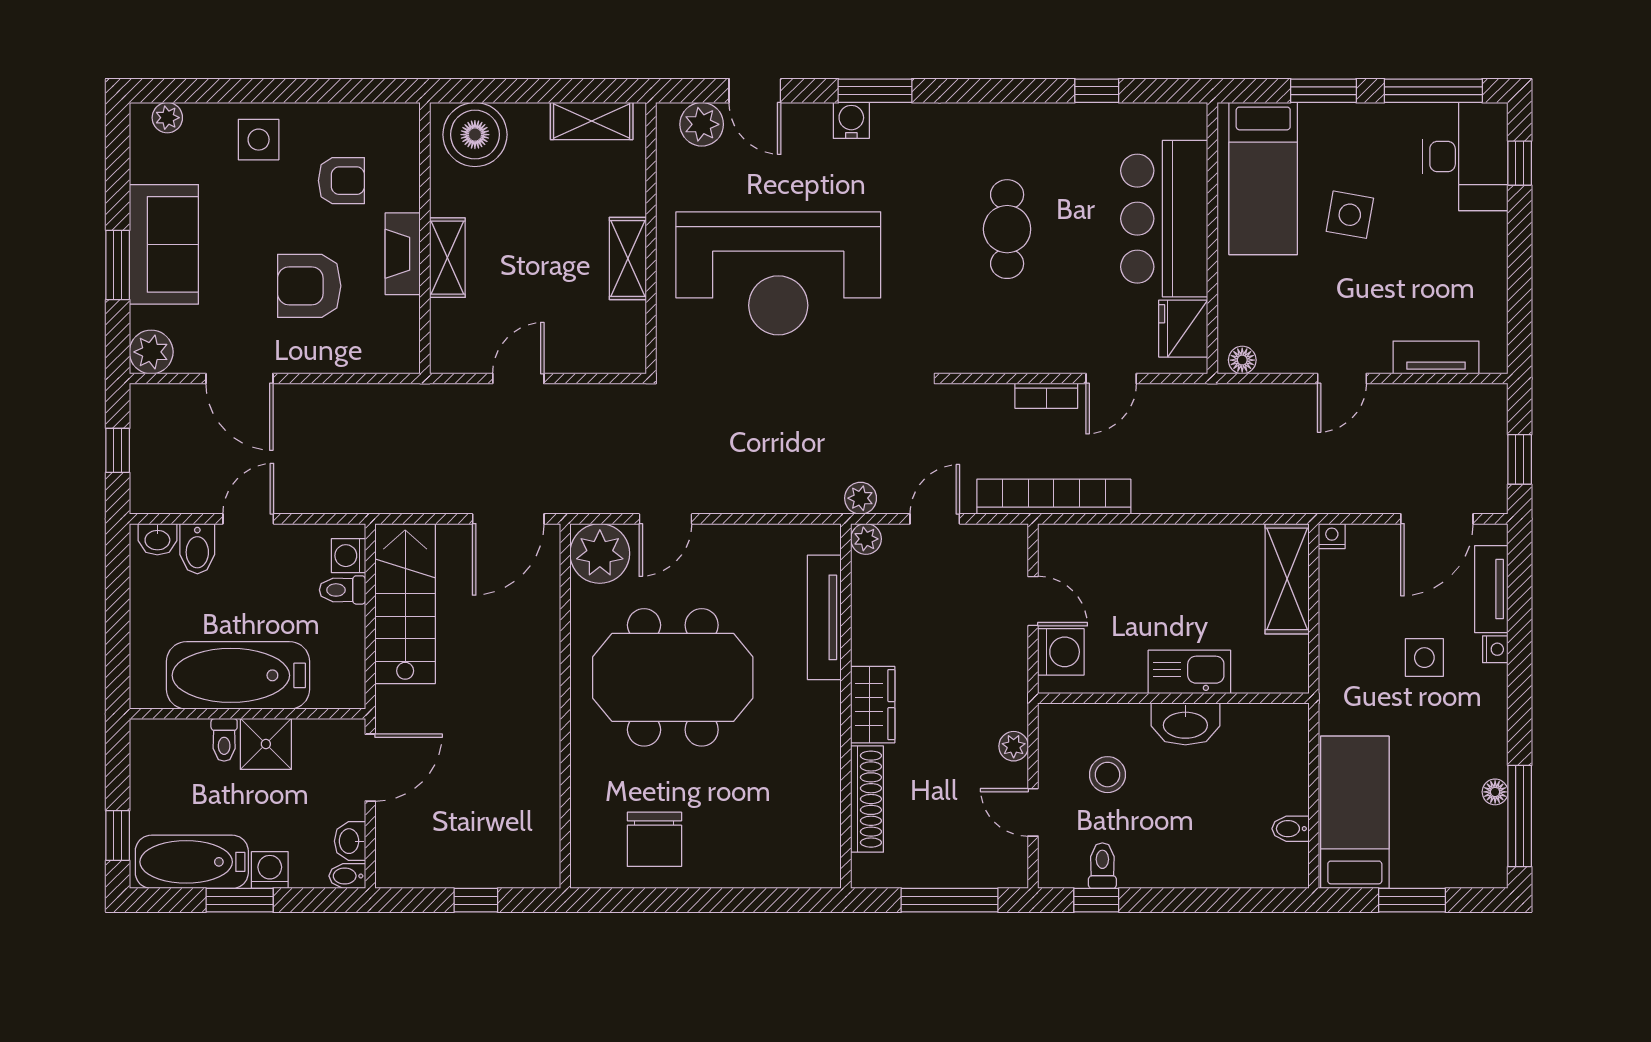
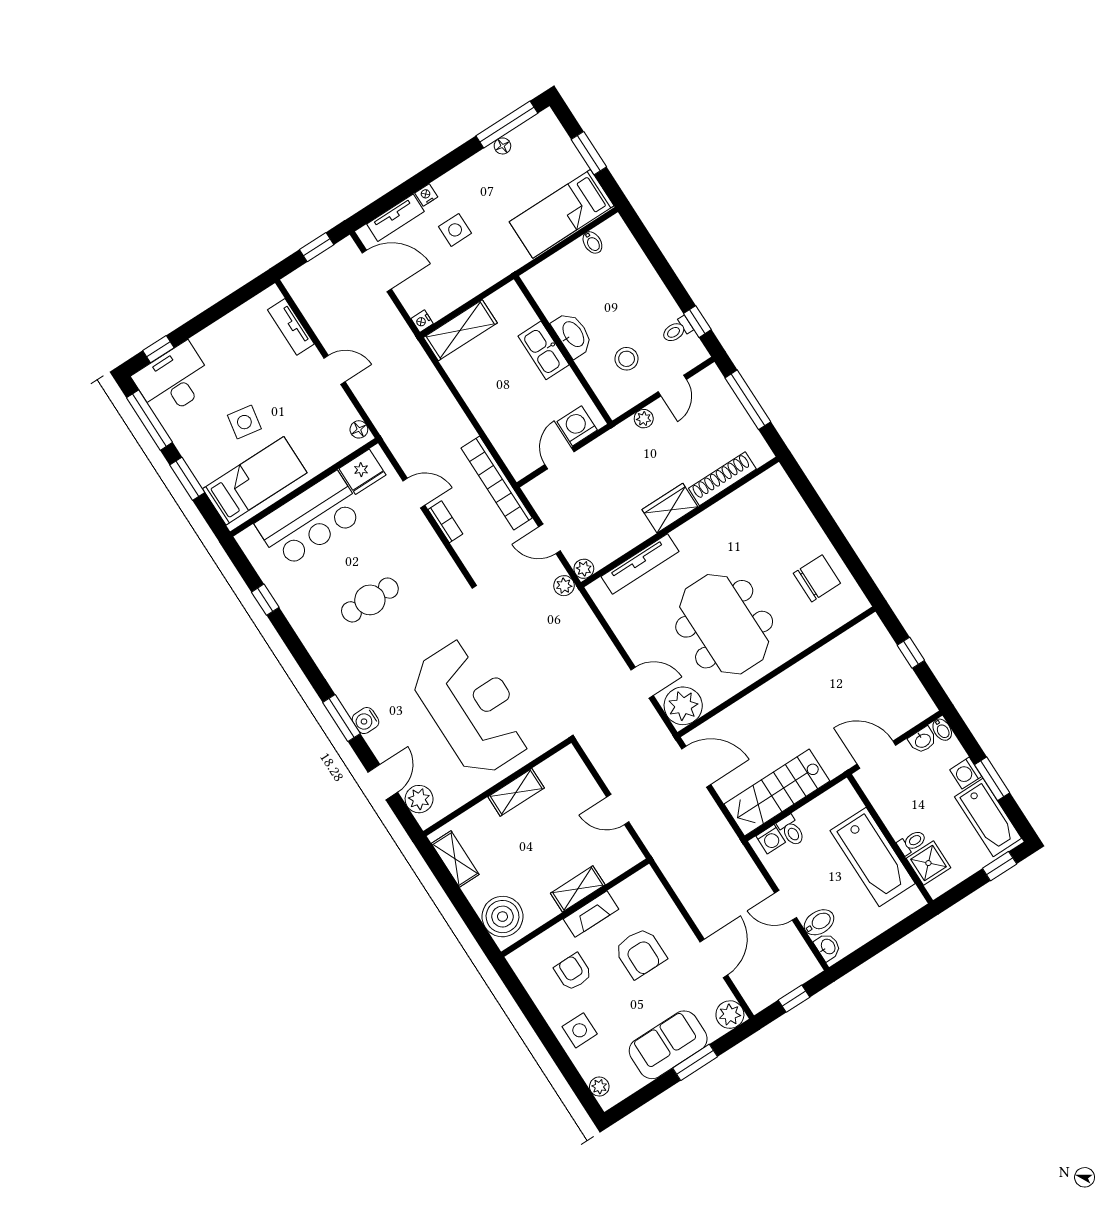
shower: (266, 744) -> (928, 863), moved

